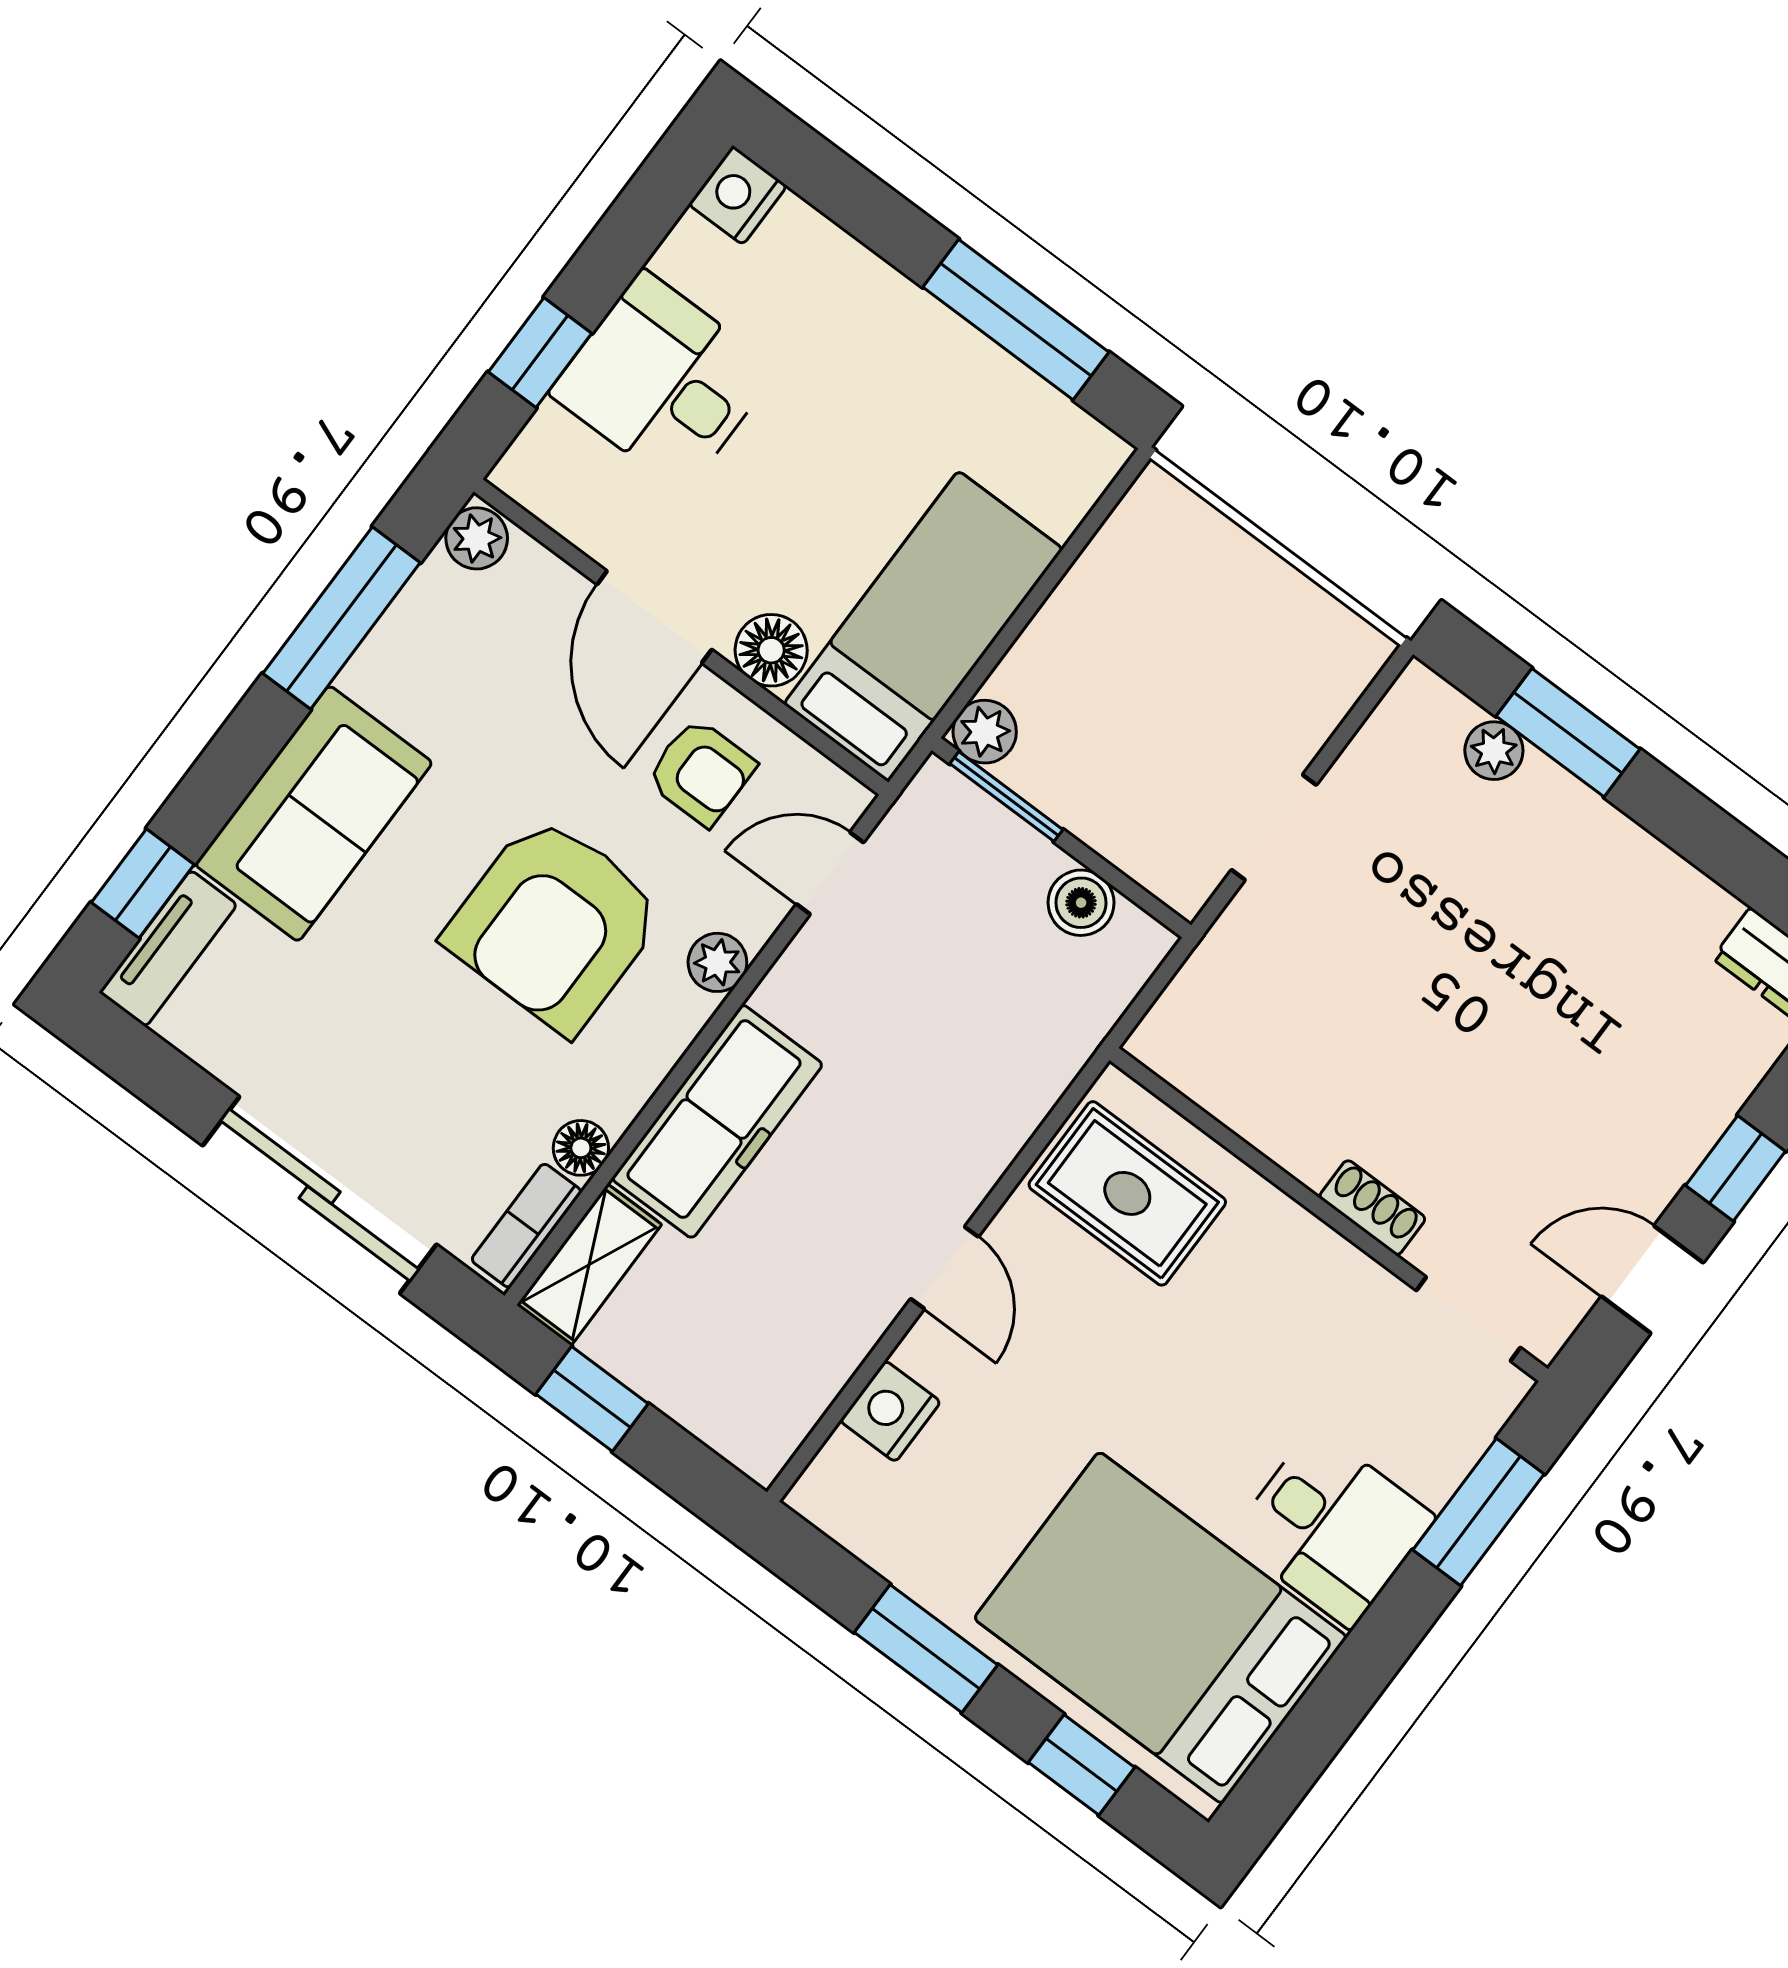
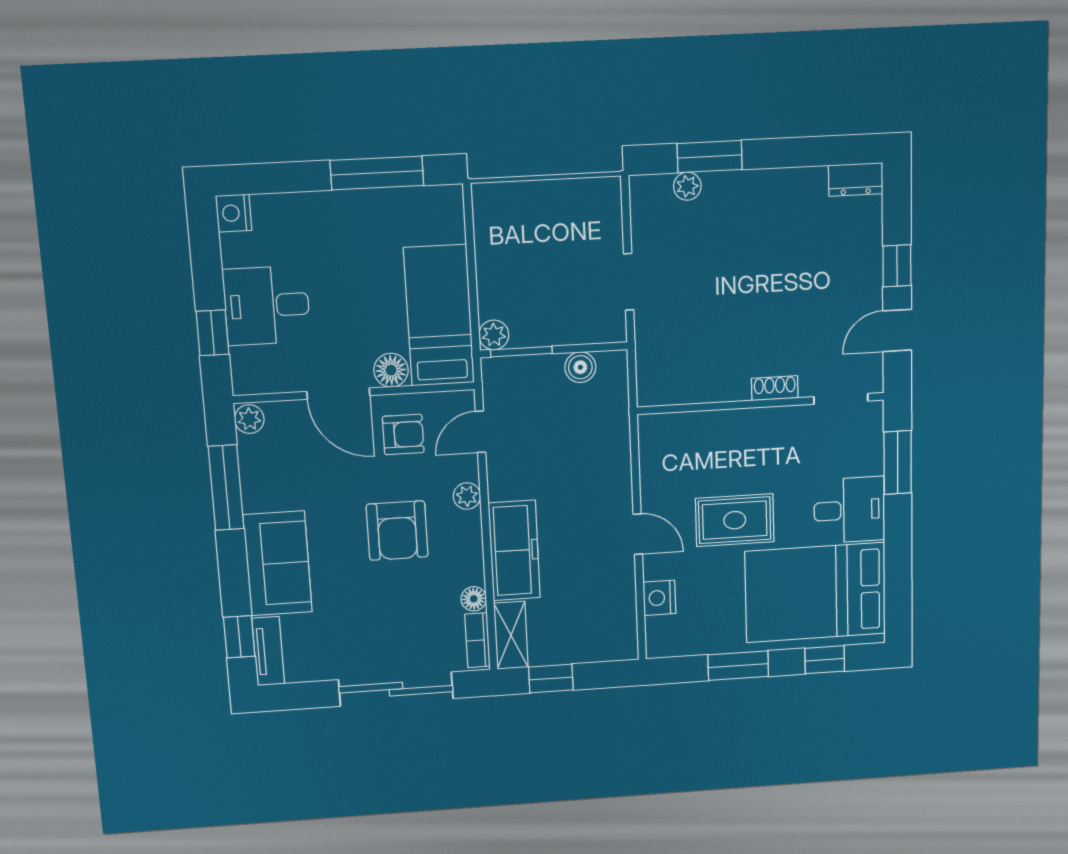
armchair: (555, 924) -> (397, 531), width x0.73, depth x0.73
rug: (1127, 1193) -> (735, 520), moved

